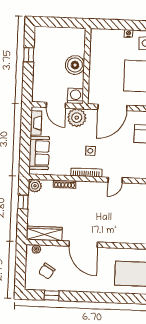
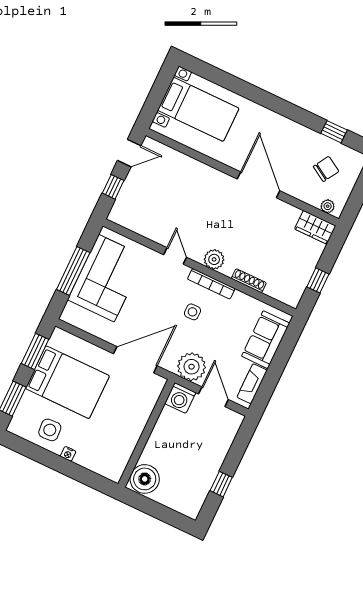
boiler: (75, 65) -> (145, 479), moved
door: (115, 180) -> (175, 256), hinge flipped
plant: (35, 186) -> (214, 259), moved
wardrobe: (44, 233) -> (315, 227), width x0.67

